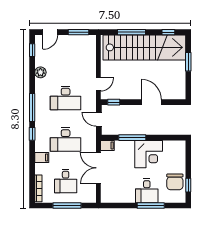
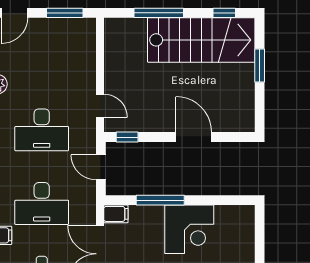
stairs: (144, 47) -> (201, 40), width x0.73
door: (98, 84) -> (100, 106), hinge flipped

